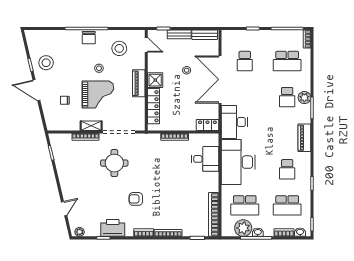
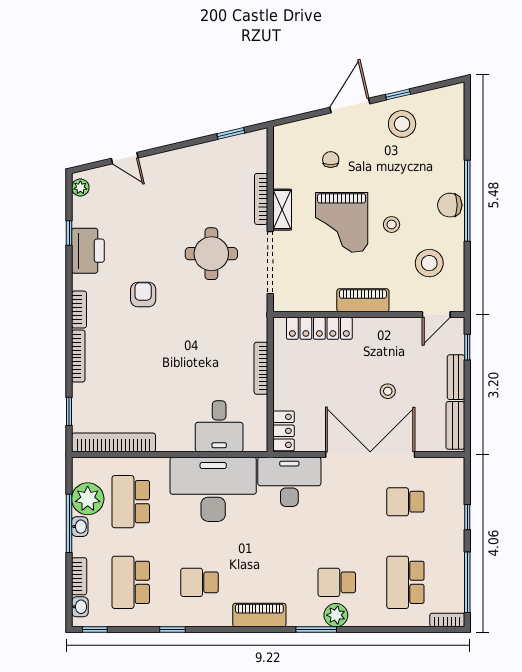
shower: (155, 80) -> (369, 331), removed

